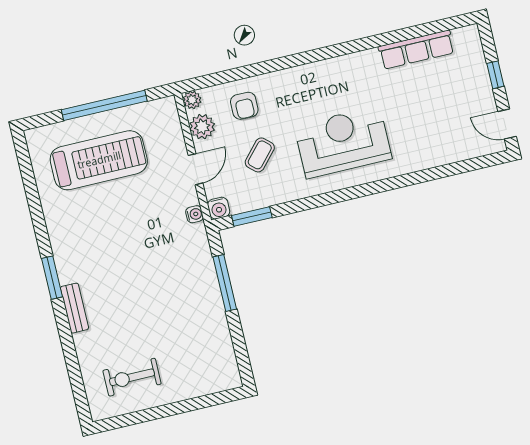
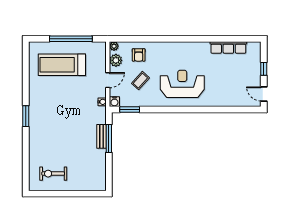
treadmill: (99, 160) -> (62, 65), turned 180
bench: (74, 308) -> (101, 136), moved

